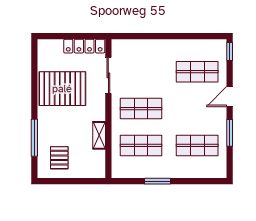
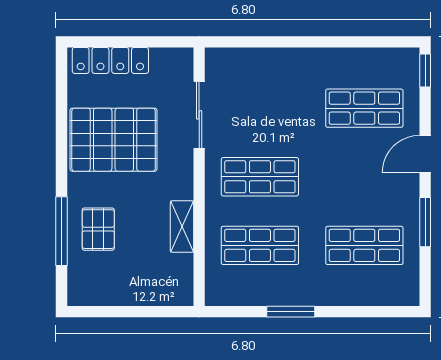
locker: (84, 46) -> (110, 60), moved
pallet: (59, 158) -> (98, 229), moved

